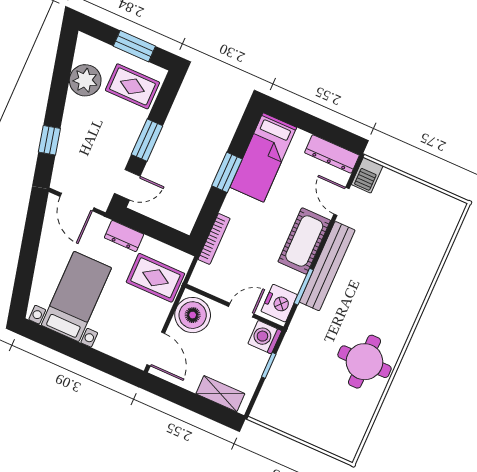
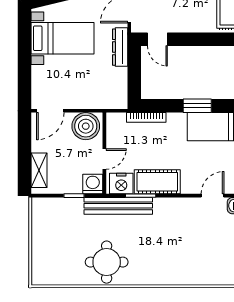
window: (147, 140) -> (195, 39), removed
dresser: (124, 236) -> (120, 47), width x1.44
cot: (304, 241) -> (157, 182), moved
bench: (327, 266) -> (118, 206), moved
rug: (155, 278) -> (100, 88), removed
door: (241, 310) -> (104, 159), hinge flipped

